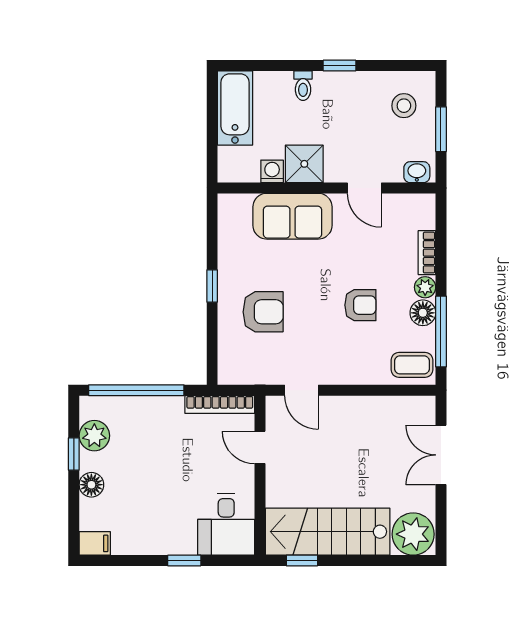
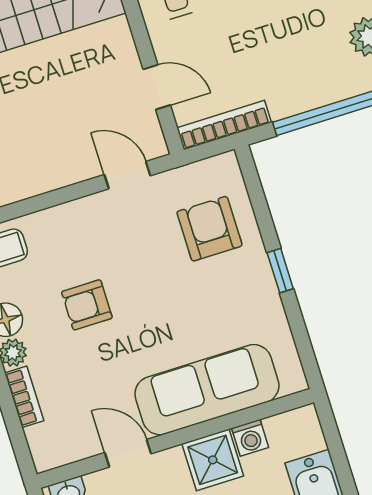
sofa: (292, 216) -> (207, 390), width x1.36
armchair: (263, 312) -> (209, 229), moved, turned 90

